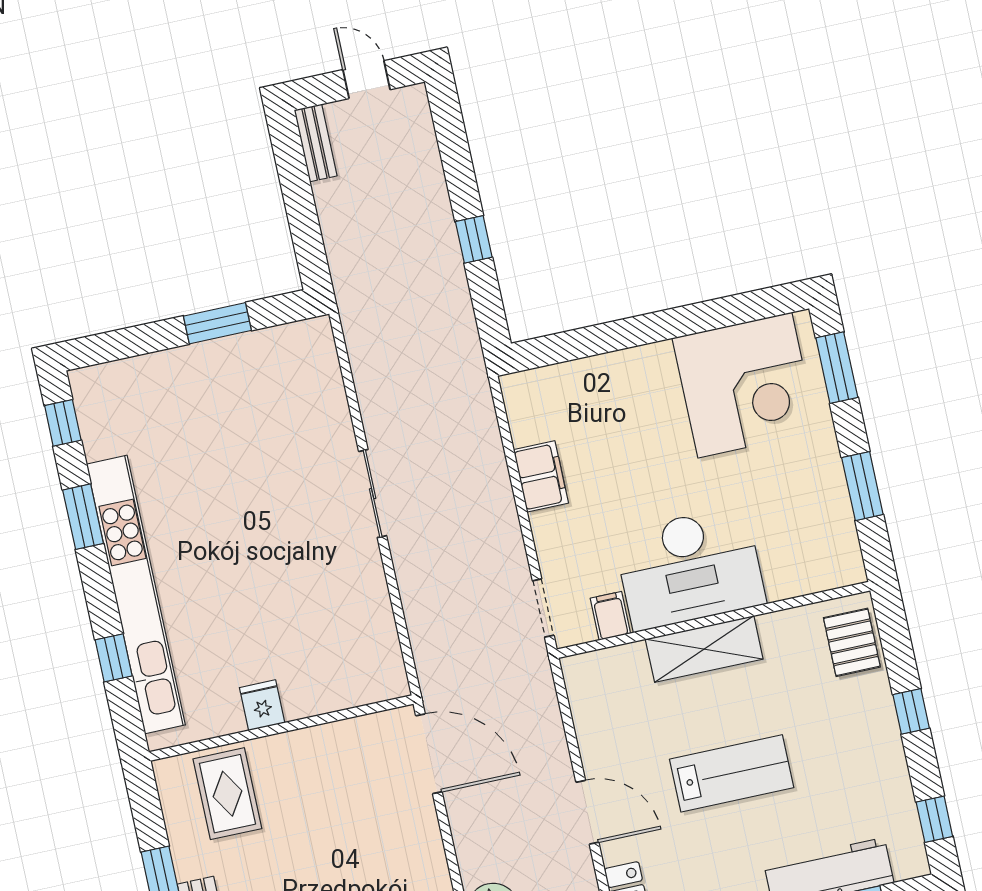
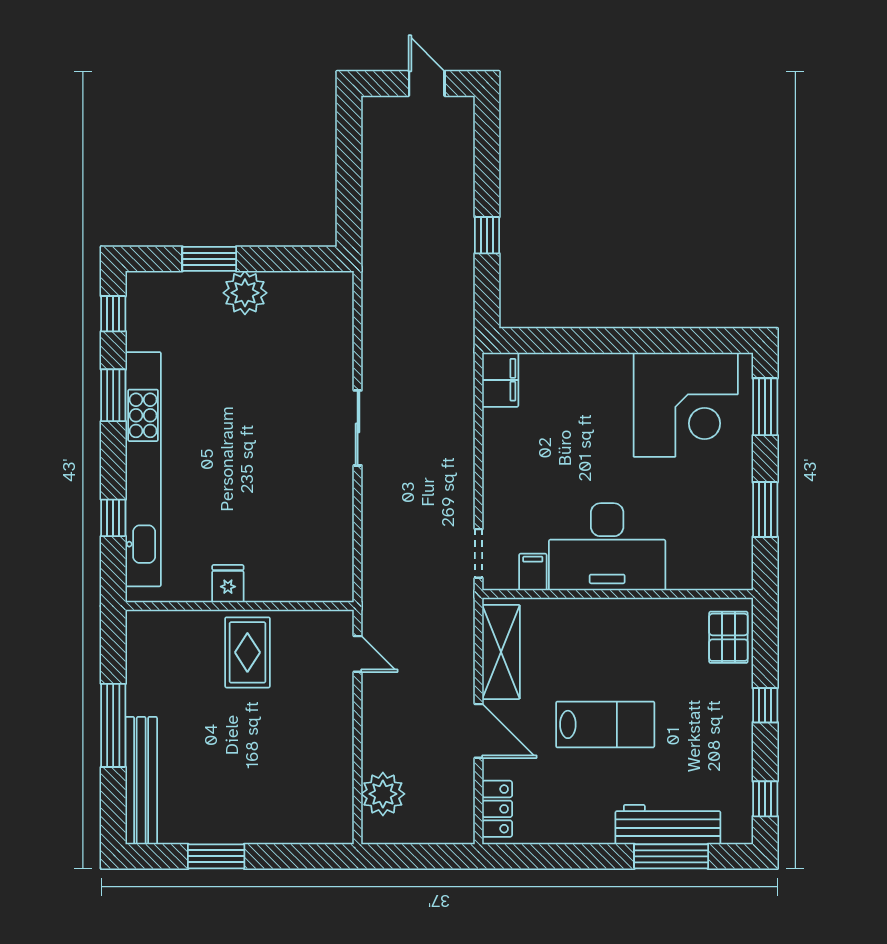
bench: (316, 143) -> (373, 127), removed
window: (217, 323) -> (209, 259), moved
plant: (209, 366) -> (245, 293), added
filing cabinet: (541, 476) -> (500, 380), moved
shelving: (704, 649) -> (501, 652), moved, turned 90
door: (429, 754) -> (358, 654), width x0.53
rug: (227, 794) -> (247, 652), moved

